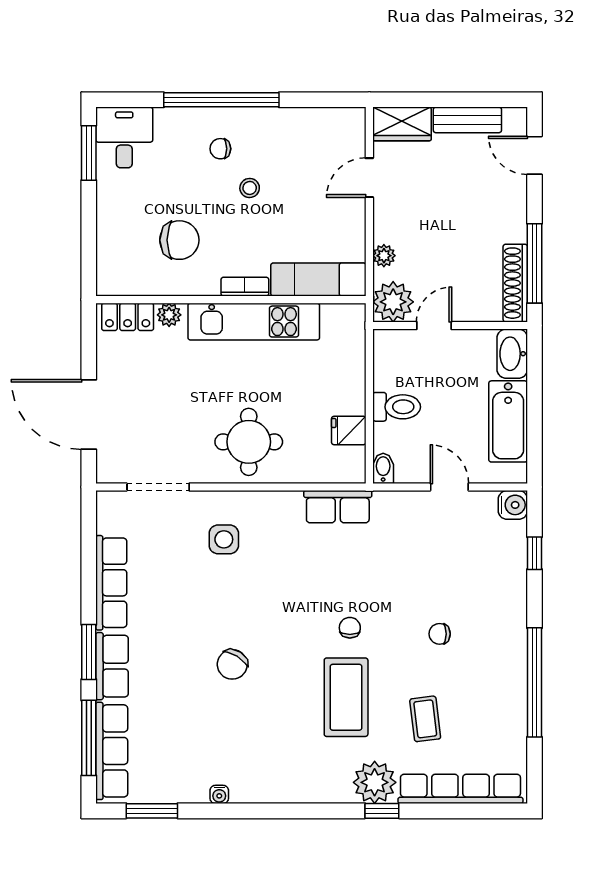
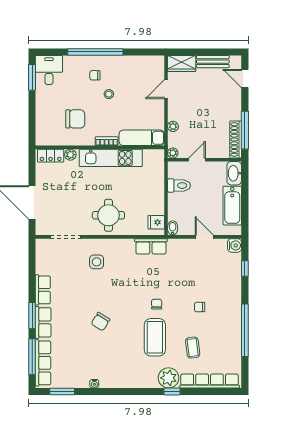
plant: (393, 302) -> (173, 153), width x0.53, depth x0.53
toilet: (397, 407) -> (179, 186), moved
fridge: (349, 430) -> (156, 222), moved
row of seats: (111, 583) -> (43, 290), width x0.68

